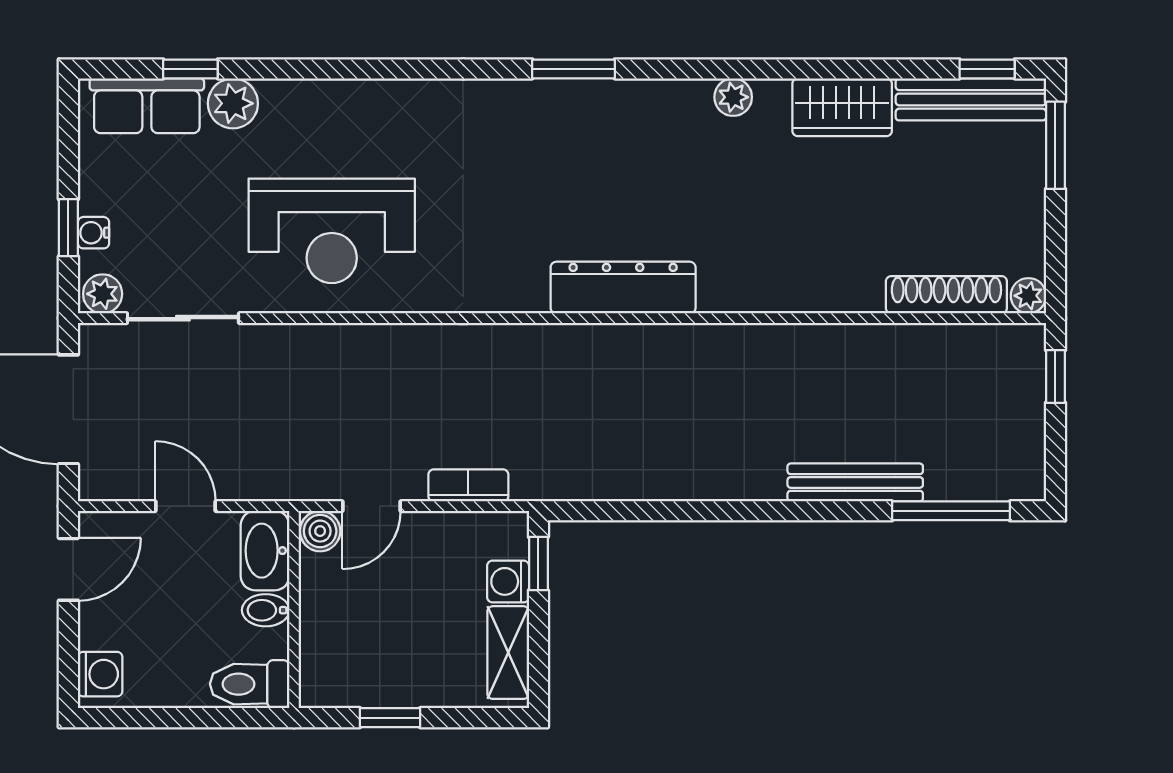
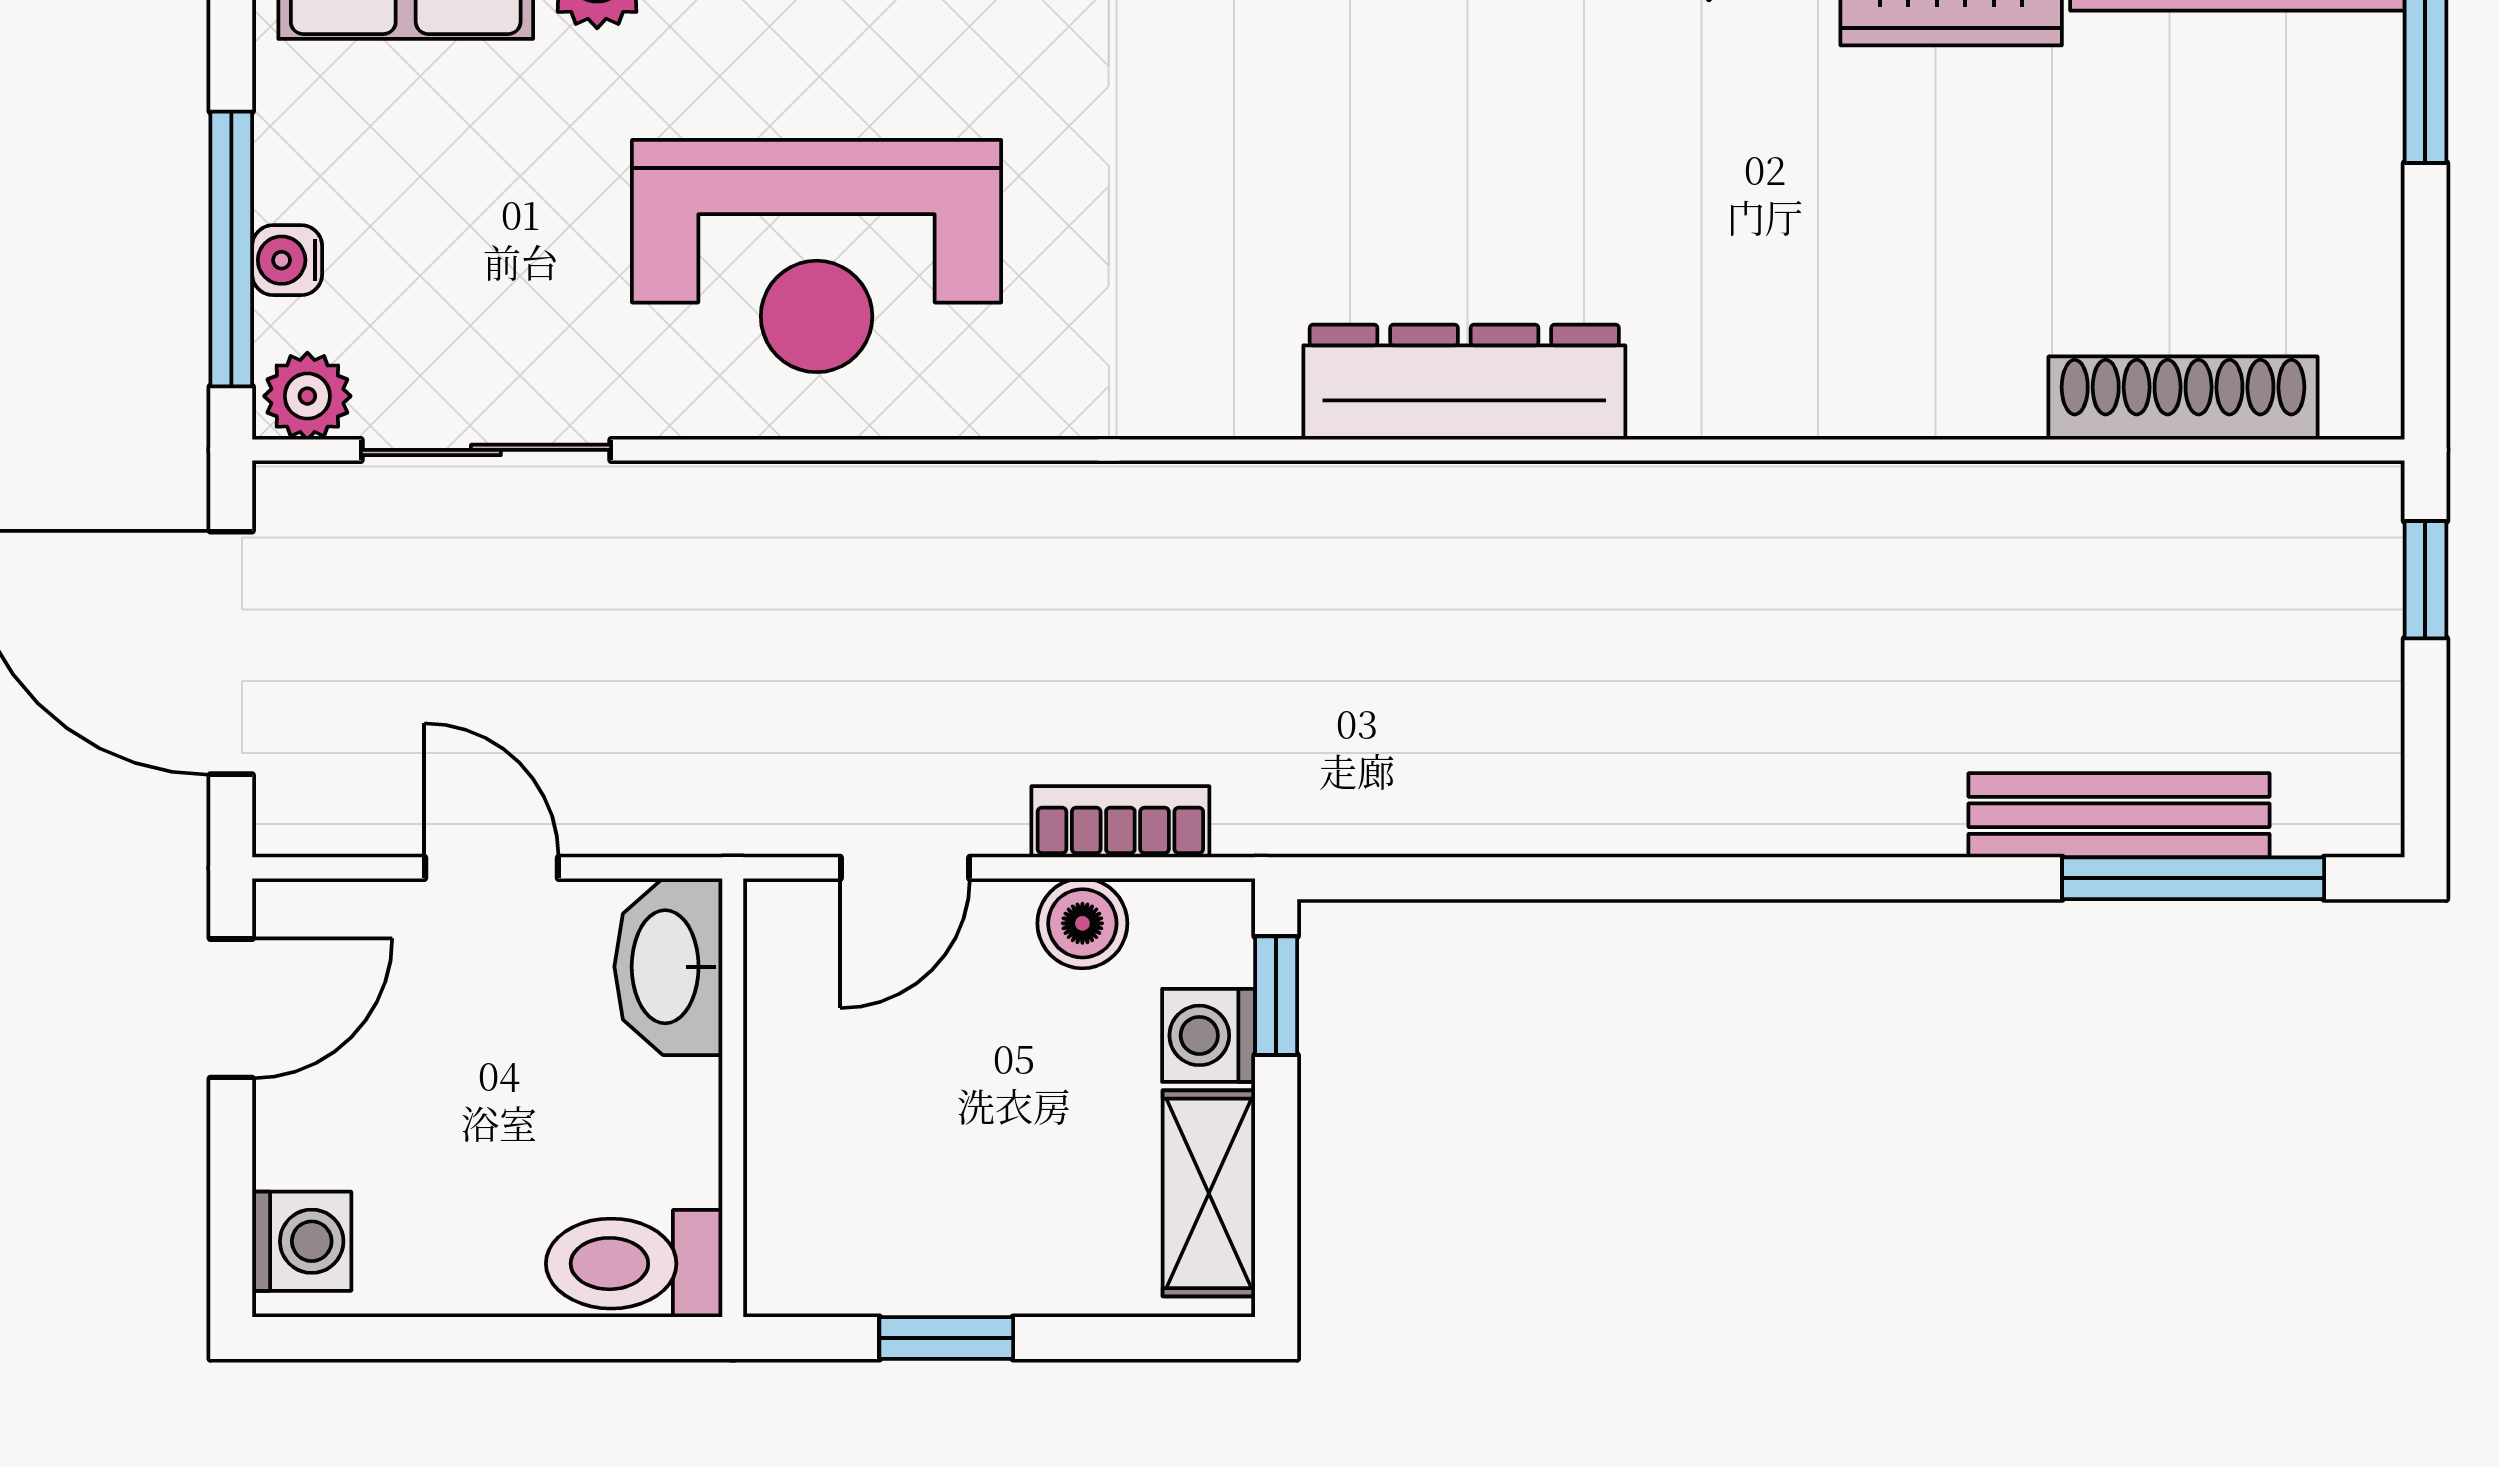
window: (68, 228) -> (231, 249), width x2.17
plant: (1028, 296) -> (2365, 400), removed
bench: (855, 482) -> (2119, 815), moved
boiler: (320, 531) -> (1082, 923), moved
bidet: (266, 610) -> (670, 1099), removed

